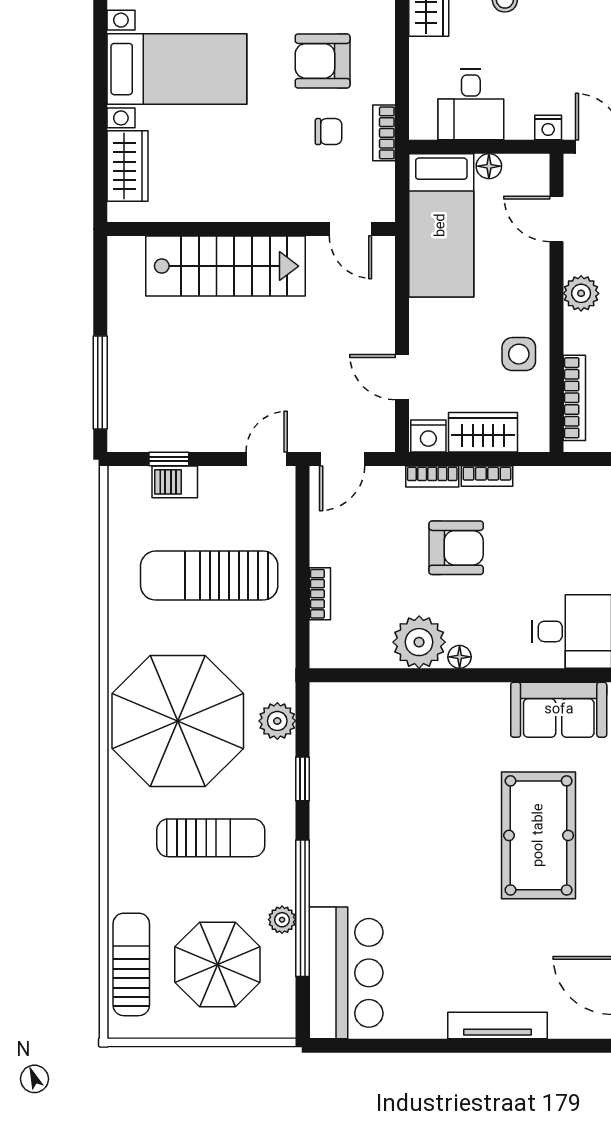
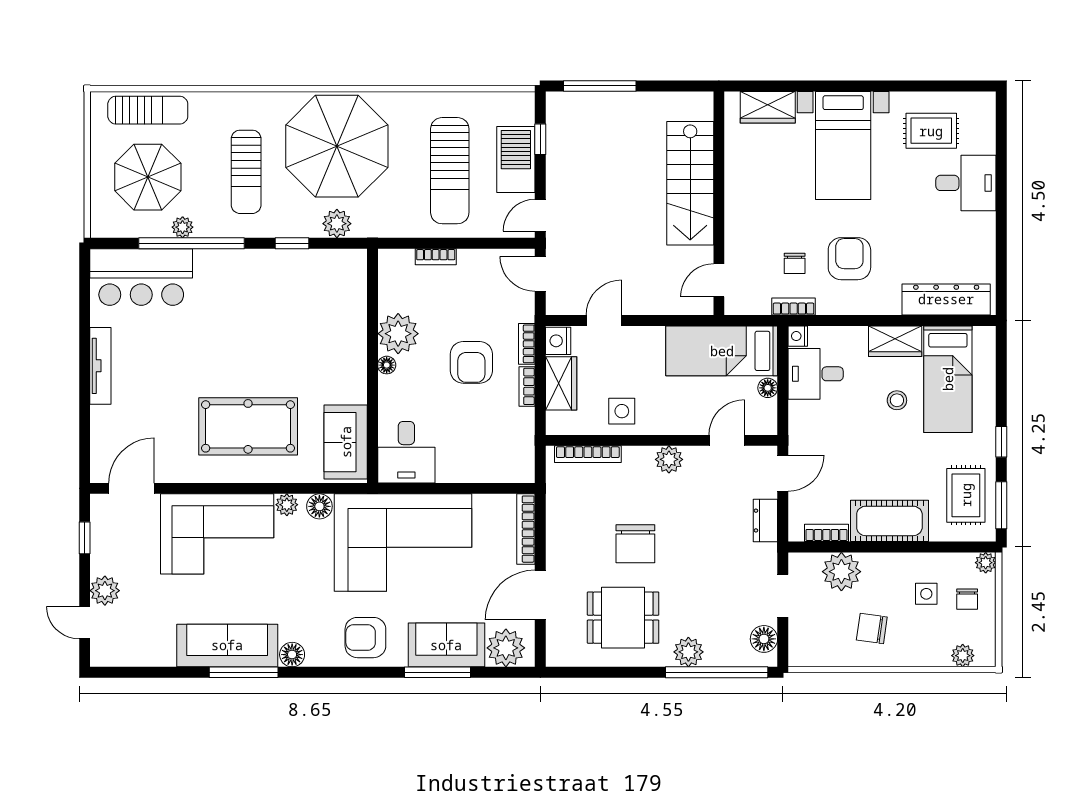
nightstand: (548, 127) -> (798, 336), moved
door: (267, 459) -> (540, 215), swing flipped
barbecue: (175, 482) -> (516, 160), width x1.88, depth x1.53
sun lounger: (209, 576) -> (450, 171), turned 180
tv unit: (498, 1025) -> (100, 366), moved

